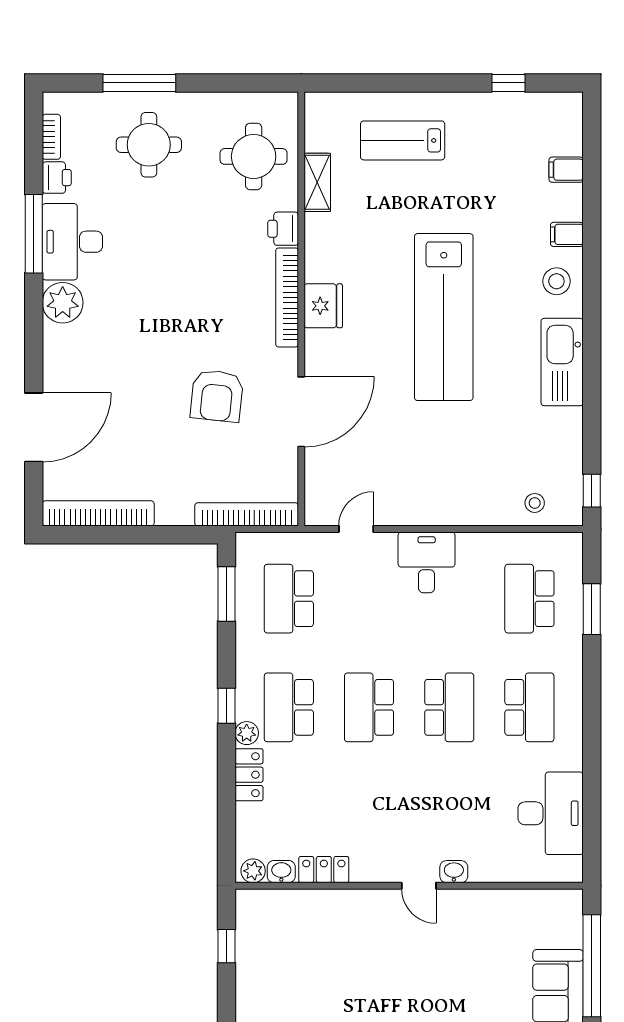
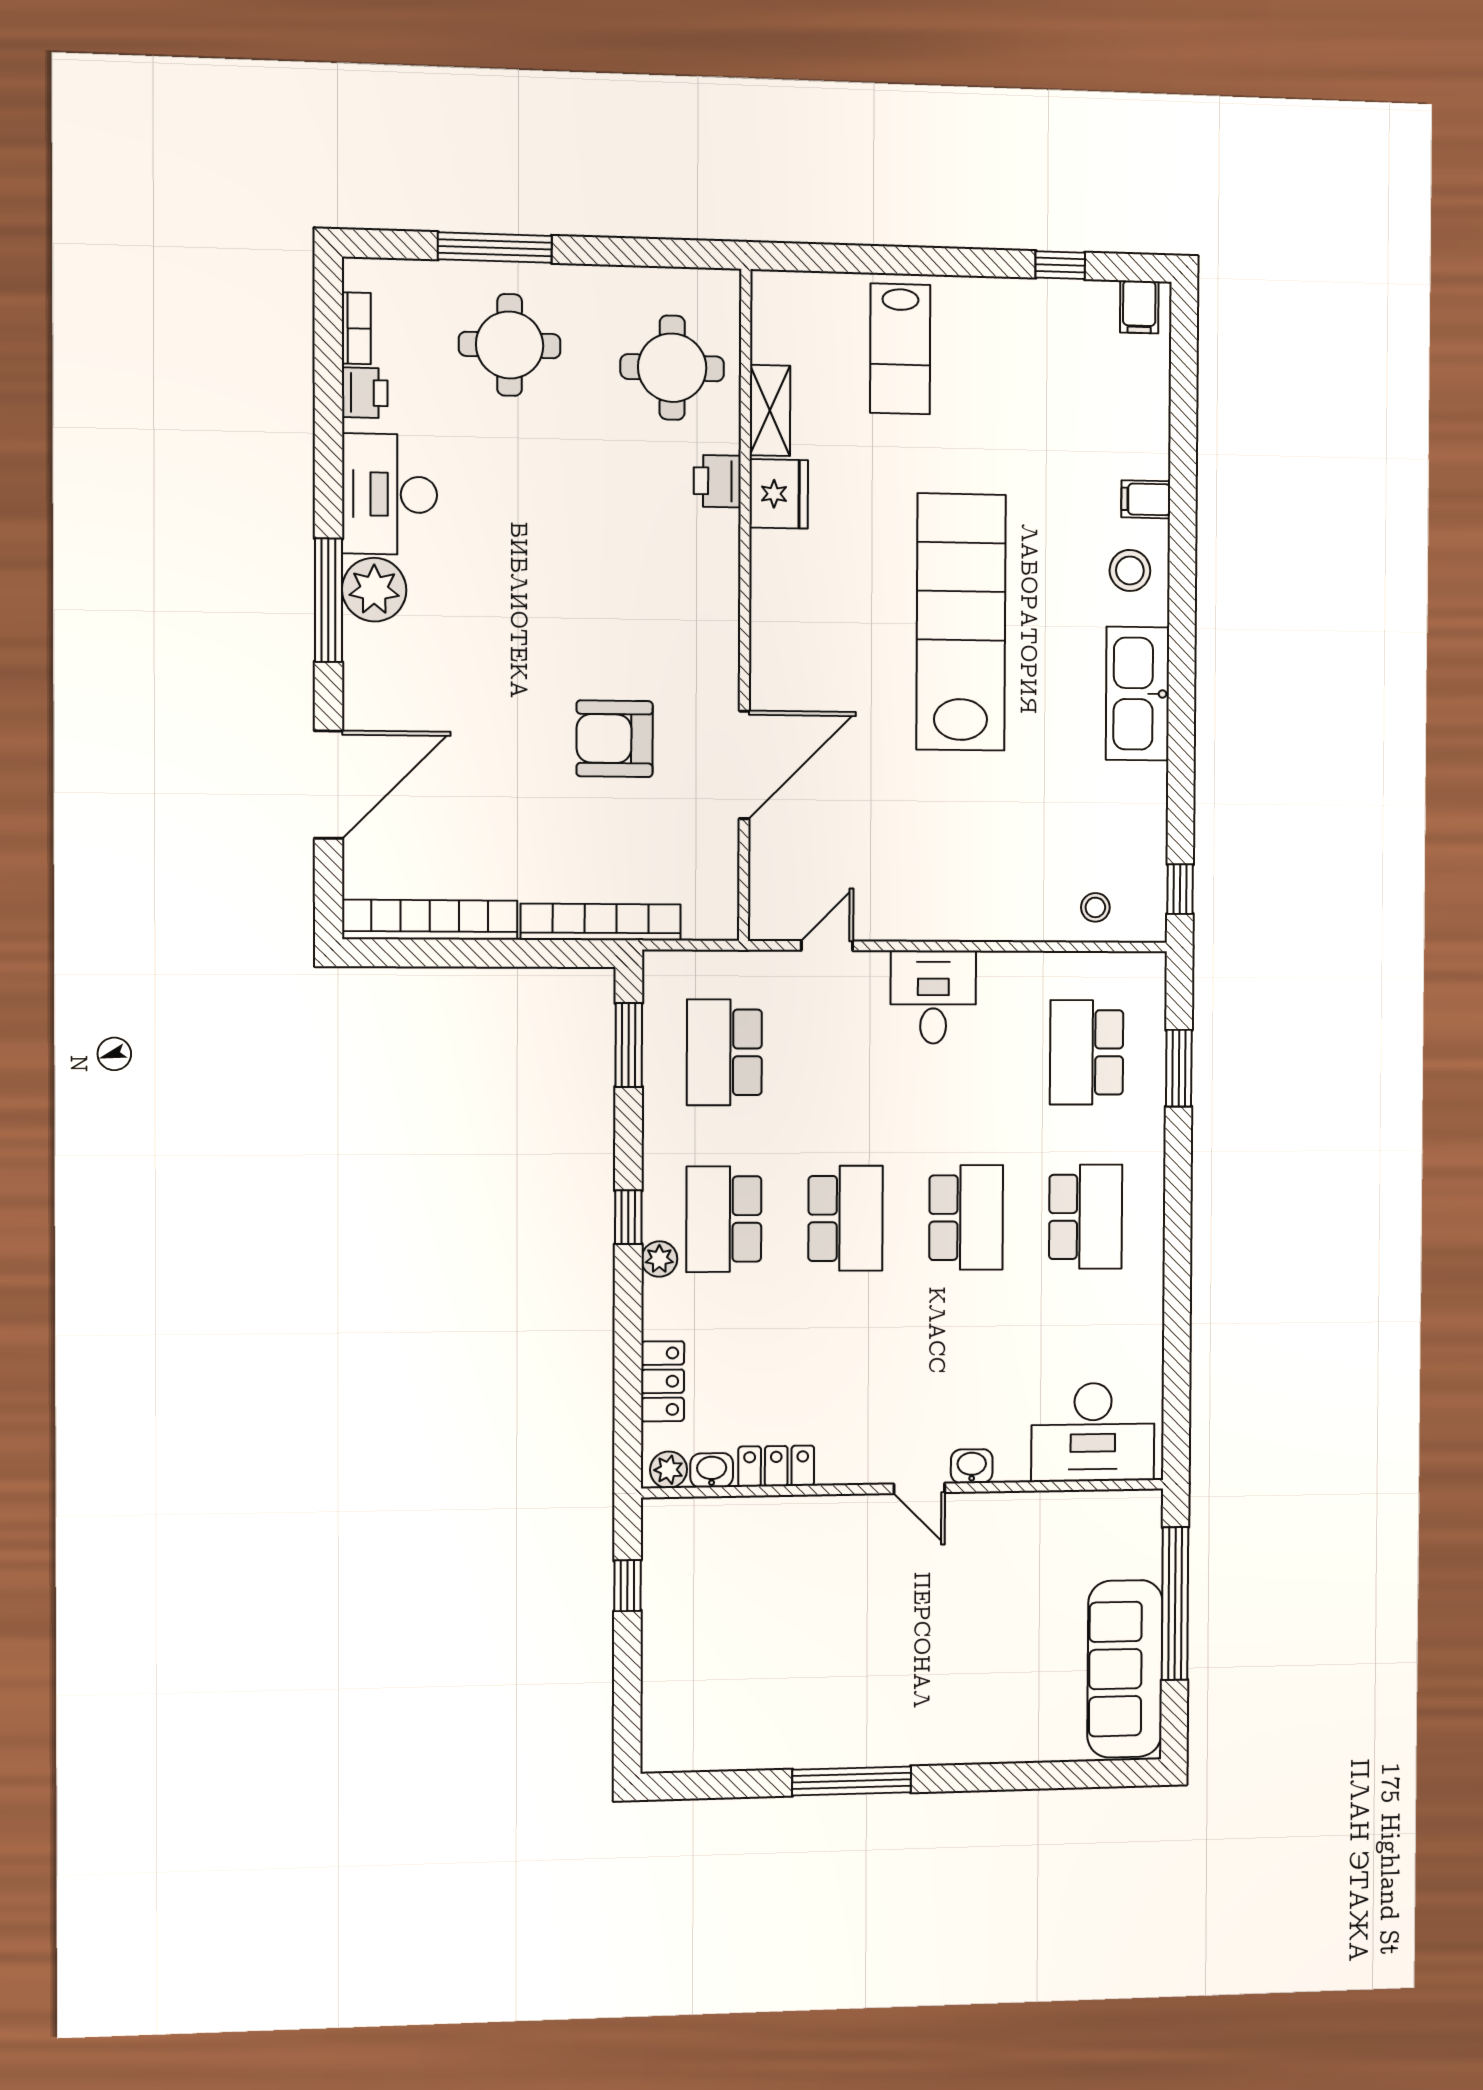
lab bench: (403, 140) -> (900, 349), turned -90
filing cabinet: (566, 170) -> (1139, 307), moved, turned -90
window: (34, 234) -> (328, 600), moved
bookcase: (287, 297) -> (723, 588), removed
fridge: (323, 306) -> (779, 494), moved
lab bench: (444, 317) -> (961, 622), turned 180
armchair: (217, 396) -> (615, 739), turned 84
bookcase: (247, 514) -> (601, 922), moved
school desk: (369, 707) -> (846, 1218), turned 180
locker: (249, 775) -> (663, 1381), moved
desk: (551, 813) -> (1093, 1432), moved, turned 90

